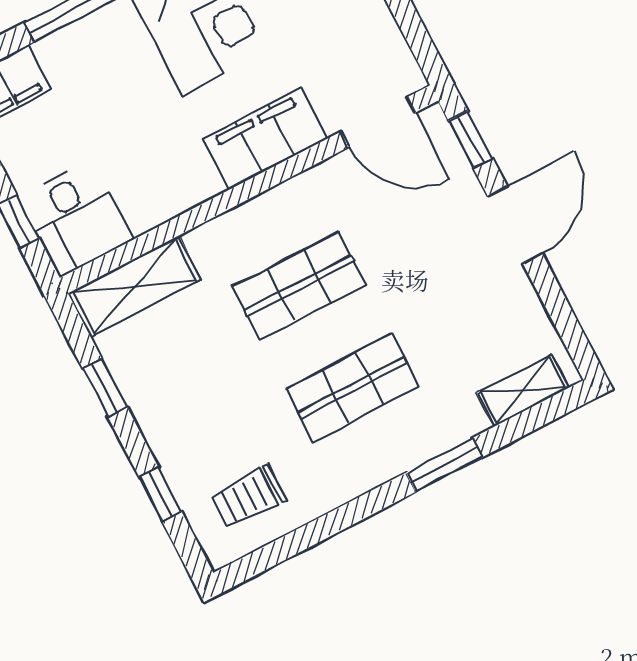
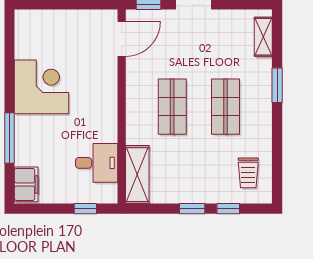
filing cabinet: (265, 139) -> (104, 89), removed
desk: (76, 219) -> (97, 163), moved
window: (105, 388) -> (192, 209), moved

